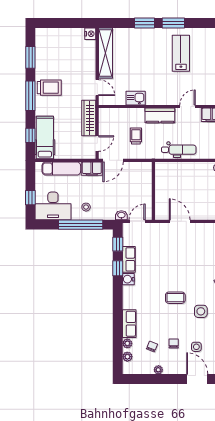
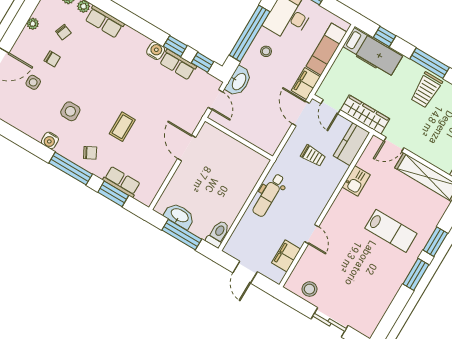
lab bench: (181, 53) -> (391, 231), moved
kitchen counter: (160, 115) -> (352, 144), moved
washbasin: (121, 215) -> (239, 81), width x1.91, depth x1.45
door: (180, 221) -> (187, 148), swing flipped
coffee table: (175, 298) -> (122, 127), moved

